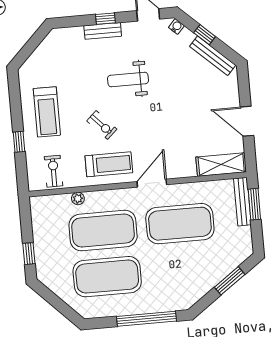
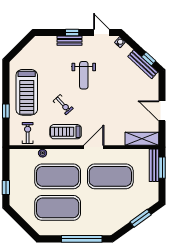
window: (205, 35) -> (149, 59), moved
weight bench: (128, 79) -> (84, 75), turned -90
treadmill: (47, 112) -> (27, 92), width x1.37, depth x1.38
treadmill: (109, 164) -> (66, 132), turned 180

